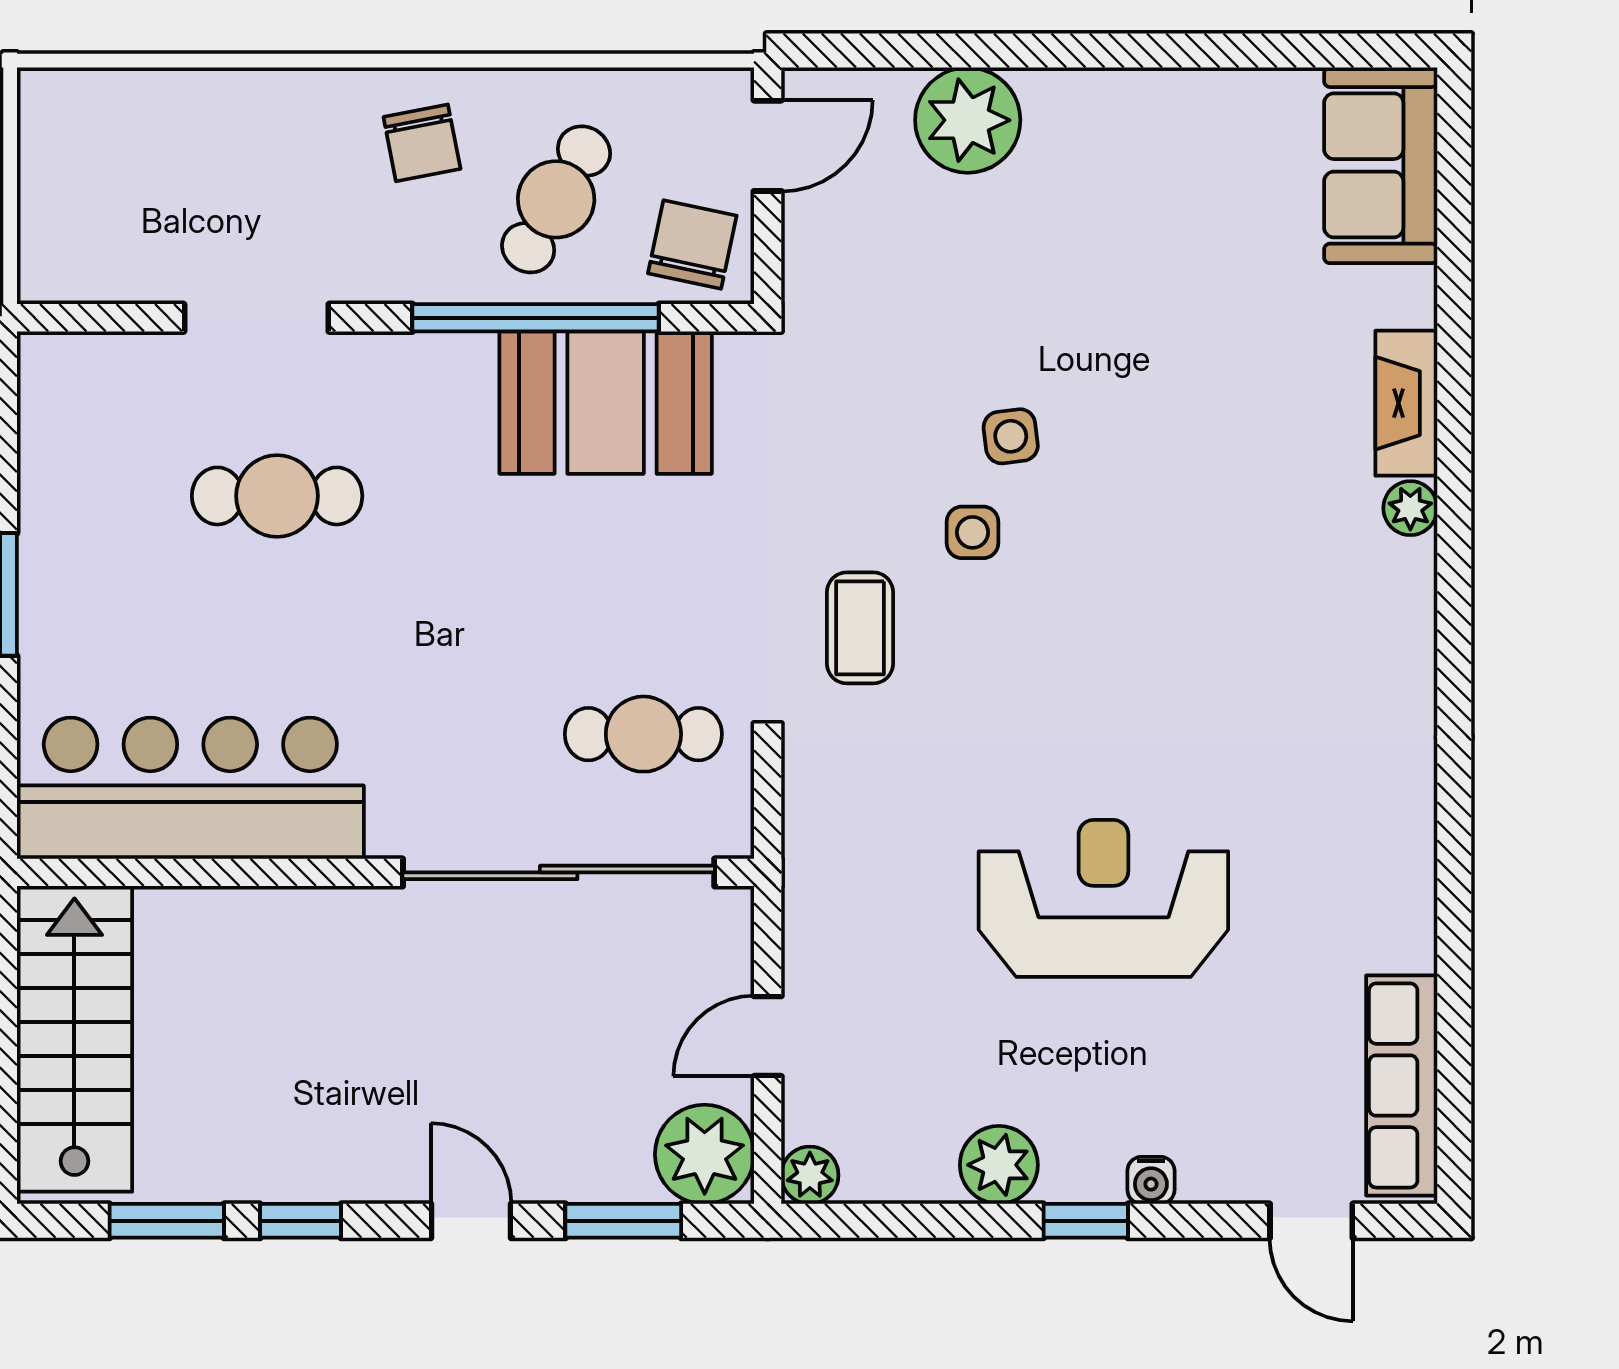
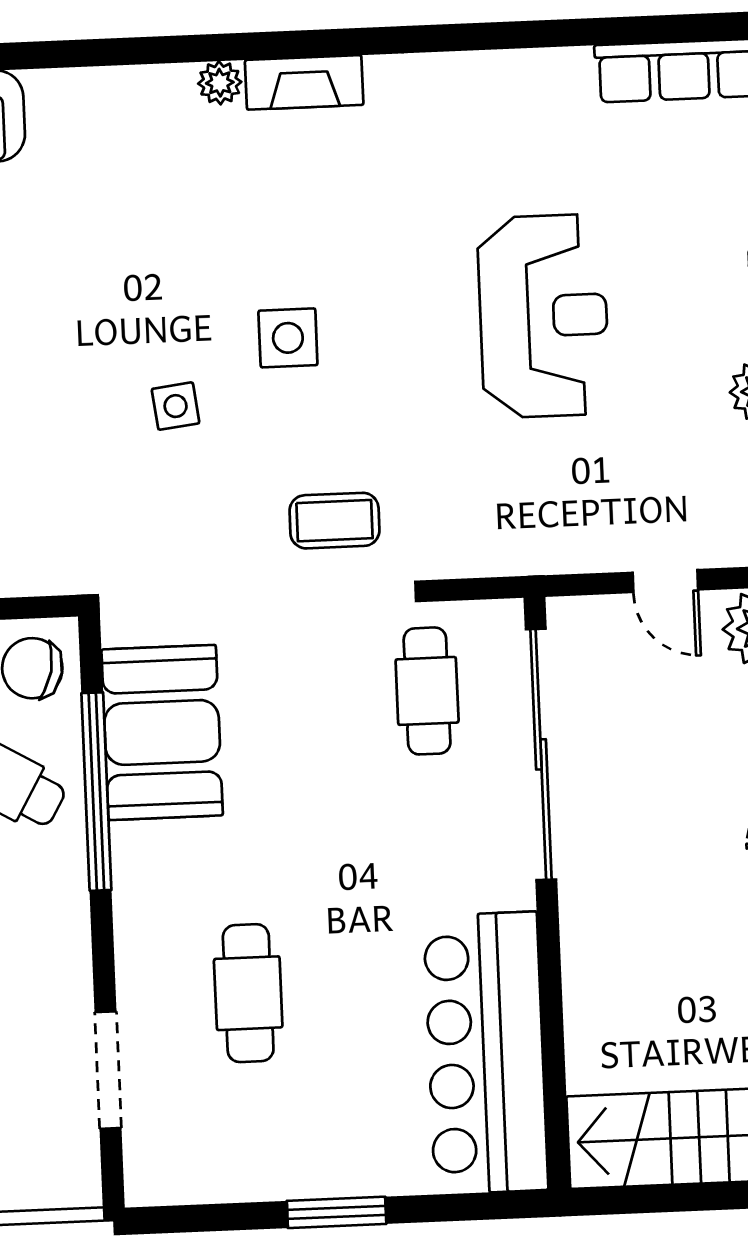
doorway: (256, 318) -> (108, 1070), moved
fireplace: (1406, 403) -> (304, 82), moved
side table: (972, 532) -> (288, 338), moved, width x1.37, depth x1.37
reception desk: (1103, 898) -> (544, 316), turned 180

